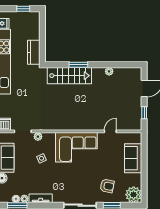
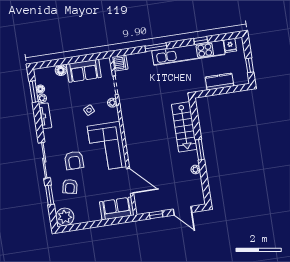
kitchen counter: (34, 52) -> (219, 82), moved
window: (78, 65) -> (200, 150), moved
door: (110, 131) -> (130, 181), width x1.87
sofa: (133, 158) -> (117, 208), moved
armchair: (84, 179) -> (74, 160), added

